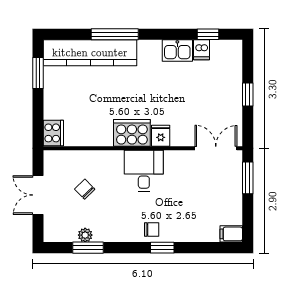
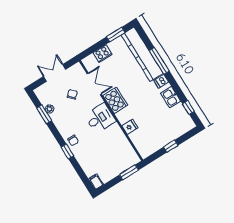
dishwasher: (202, 50) -> (161, 81), moved
cooker: (53, 133) -> (102, 54), moved
fridge: (161, 136) -> (130, 127), moved
double door: (216, 148) -> (94, 84), moved

